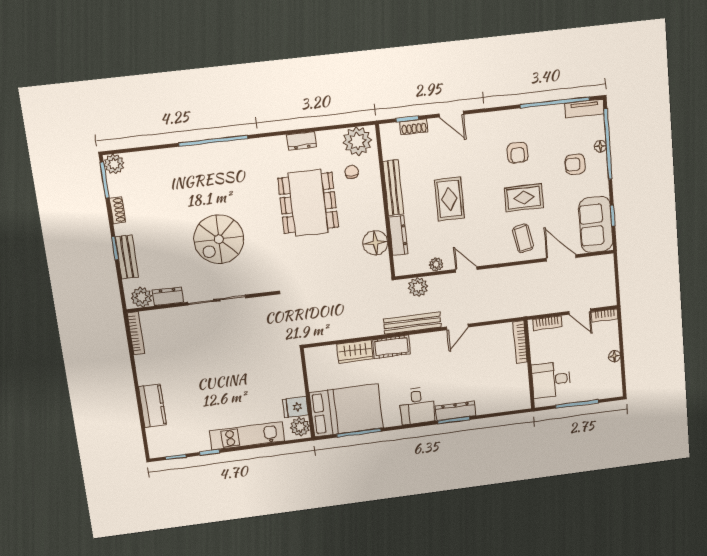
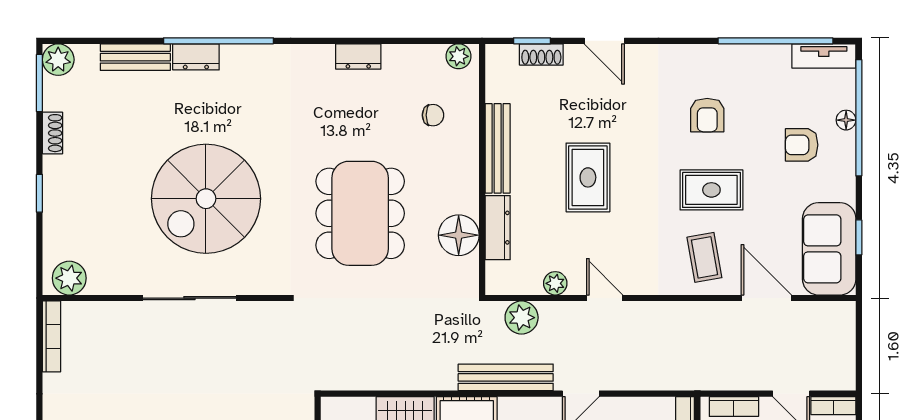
plant: (357, 141) -> (458, 56), width x0.53, depth x0.53
chair: (352, 172) -> (433, 115), turned 90
dining table: (308, 203) -> (360, 213), moved
spiral stairs: (219, 239) -> (206, 199), width x1.37, depth x1.37
bench: (127, 257) -> (135, 57), moved, turned 90
dresser: (168, 296) -> (196, 57), moved, turned 180

